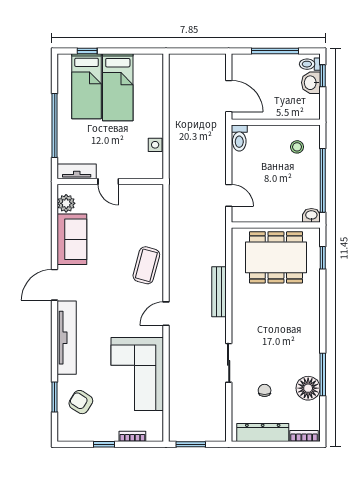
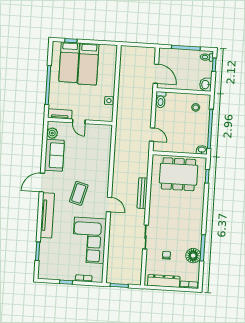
washbasin: (311, 83) -> (206, 85), moved
coffee table: (146, 265) -> (79, 193), moved
door: (166, 314) -> (109, 204), swing flipped
armchair: (81, 402) -> (53, 255), removed

